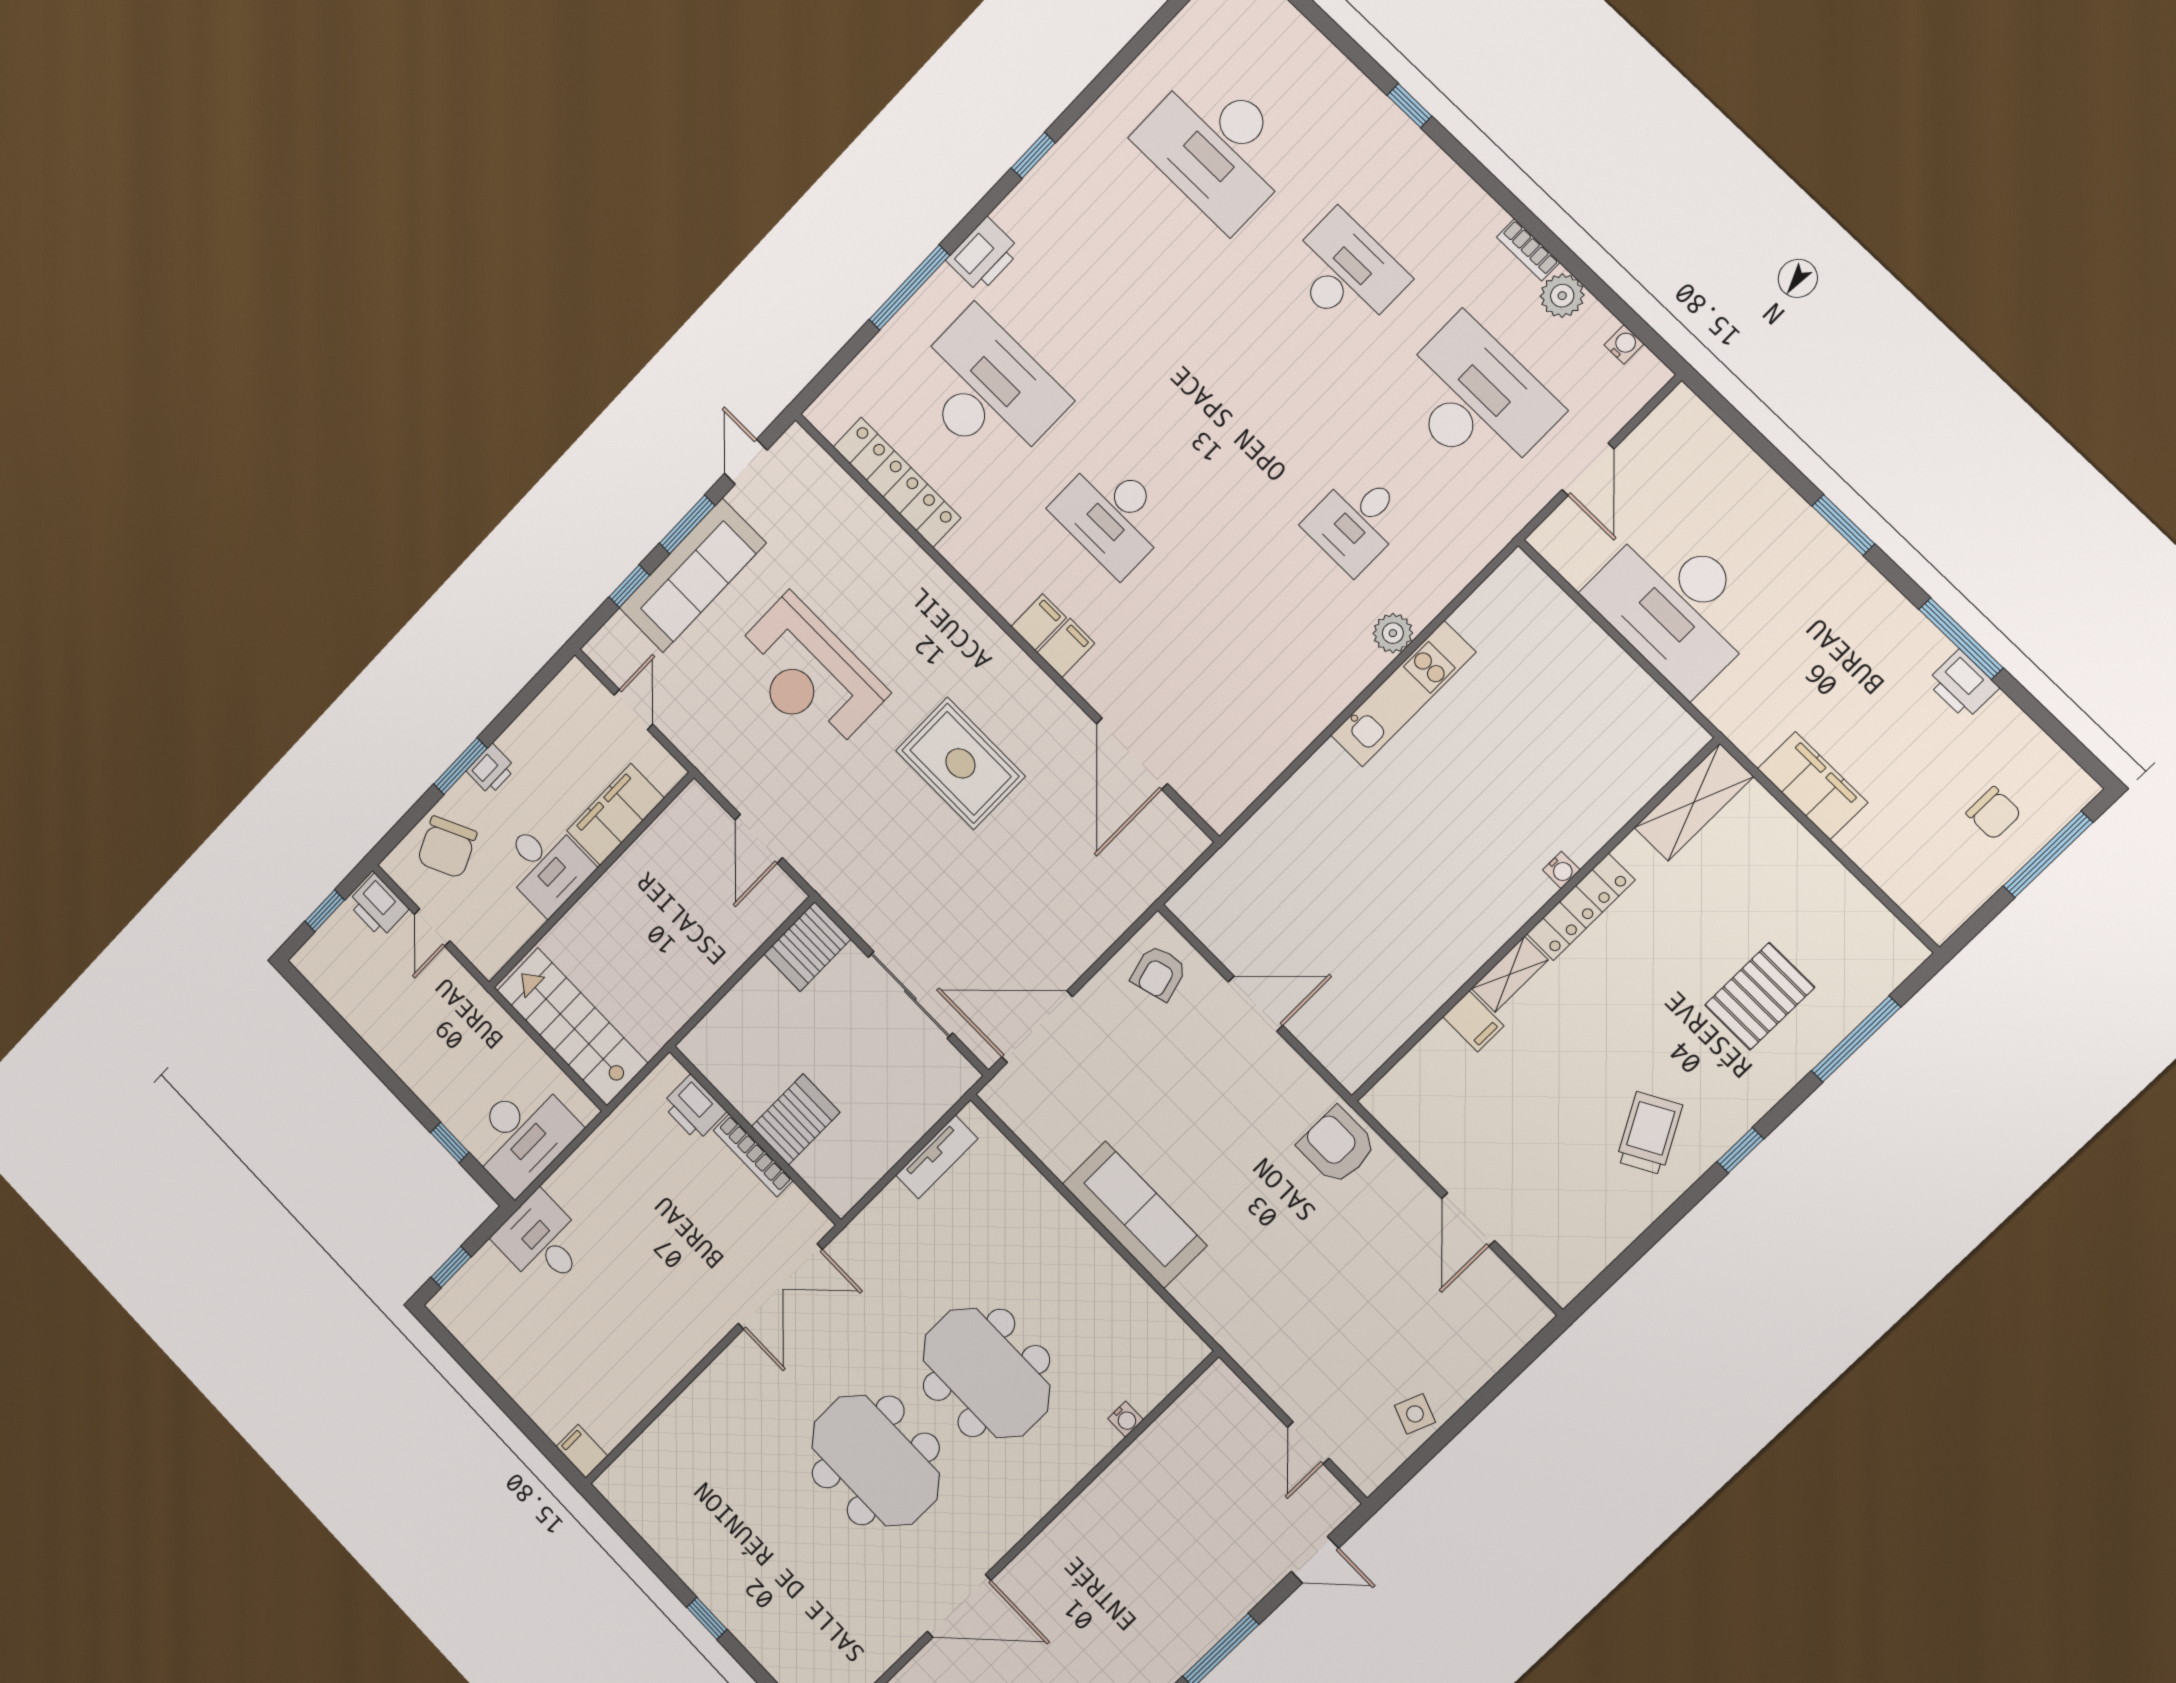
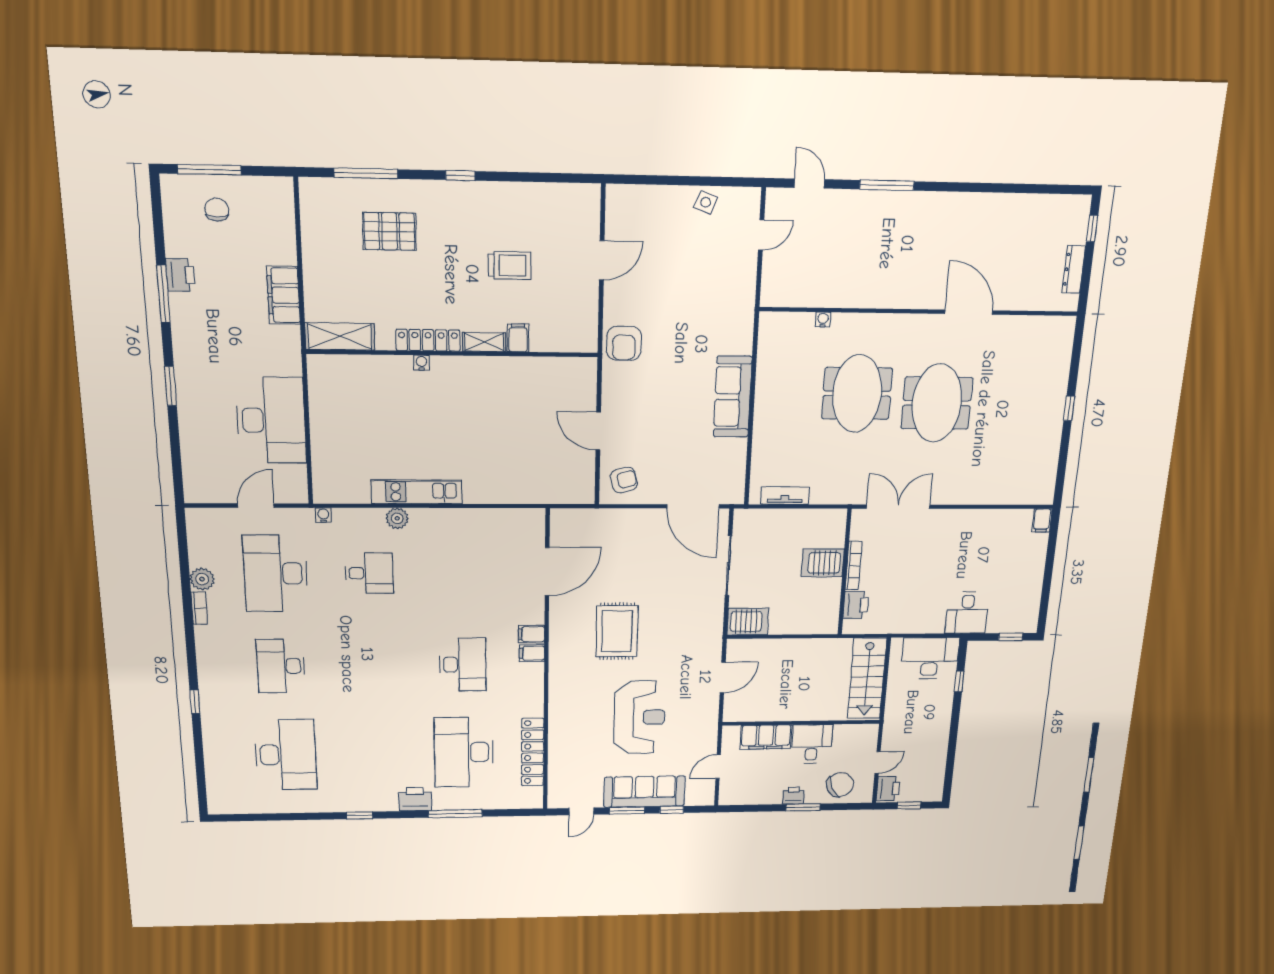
water cooler: (1624, 344) -> (323, 515), moved, turned 90
trolley: (1649, 1133) -> (510, 265), moved, turned -151

